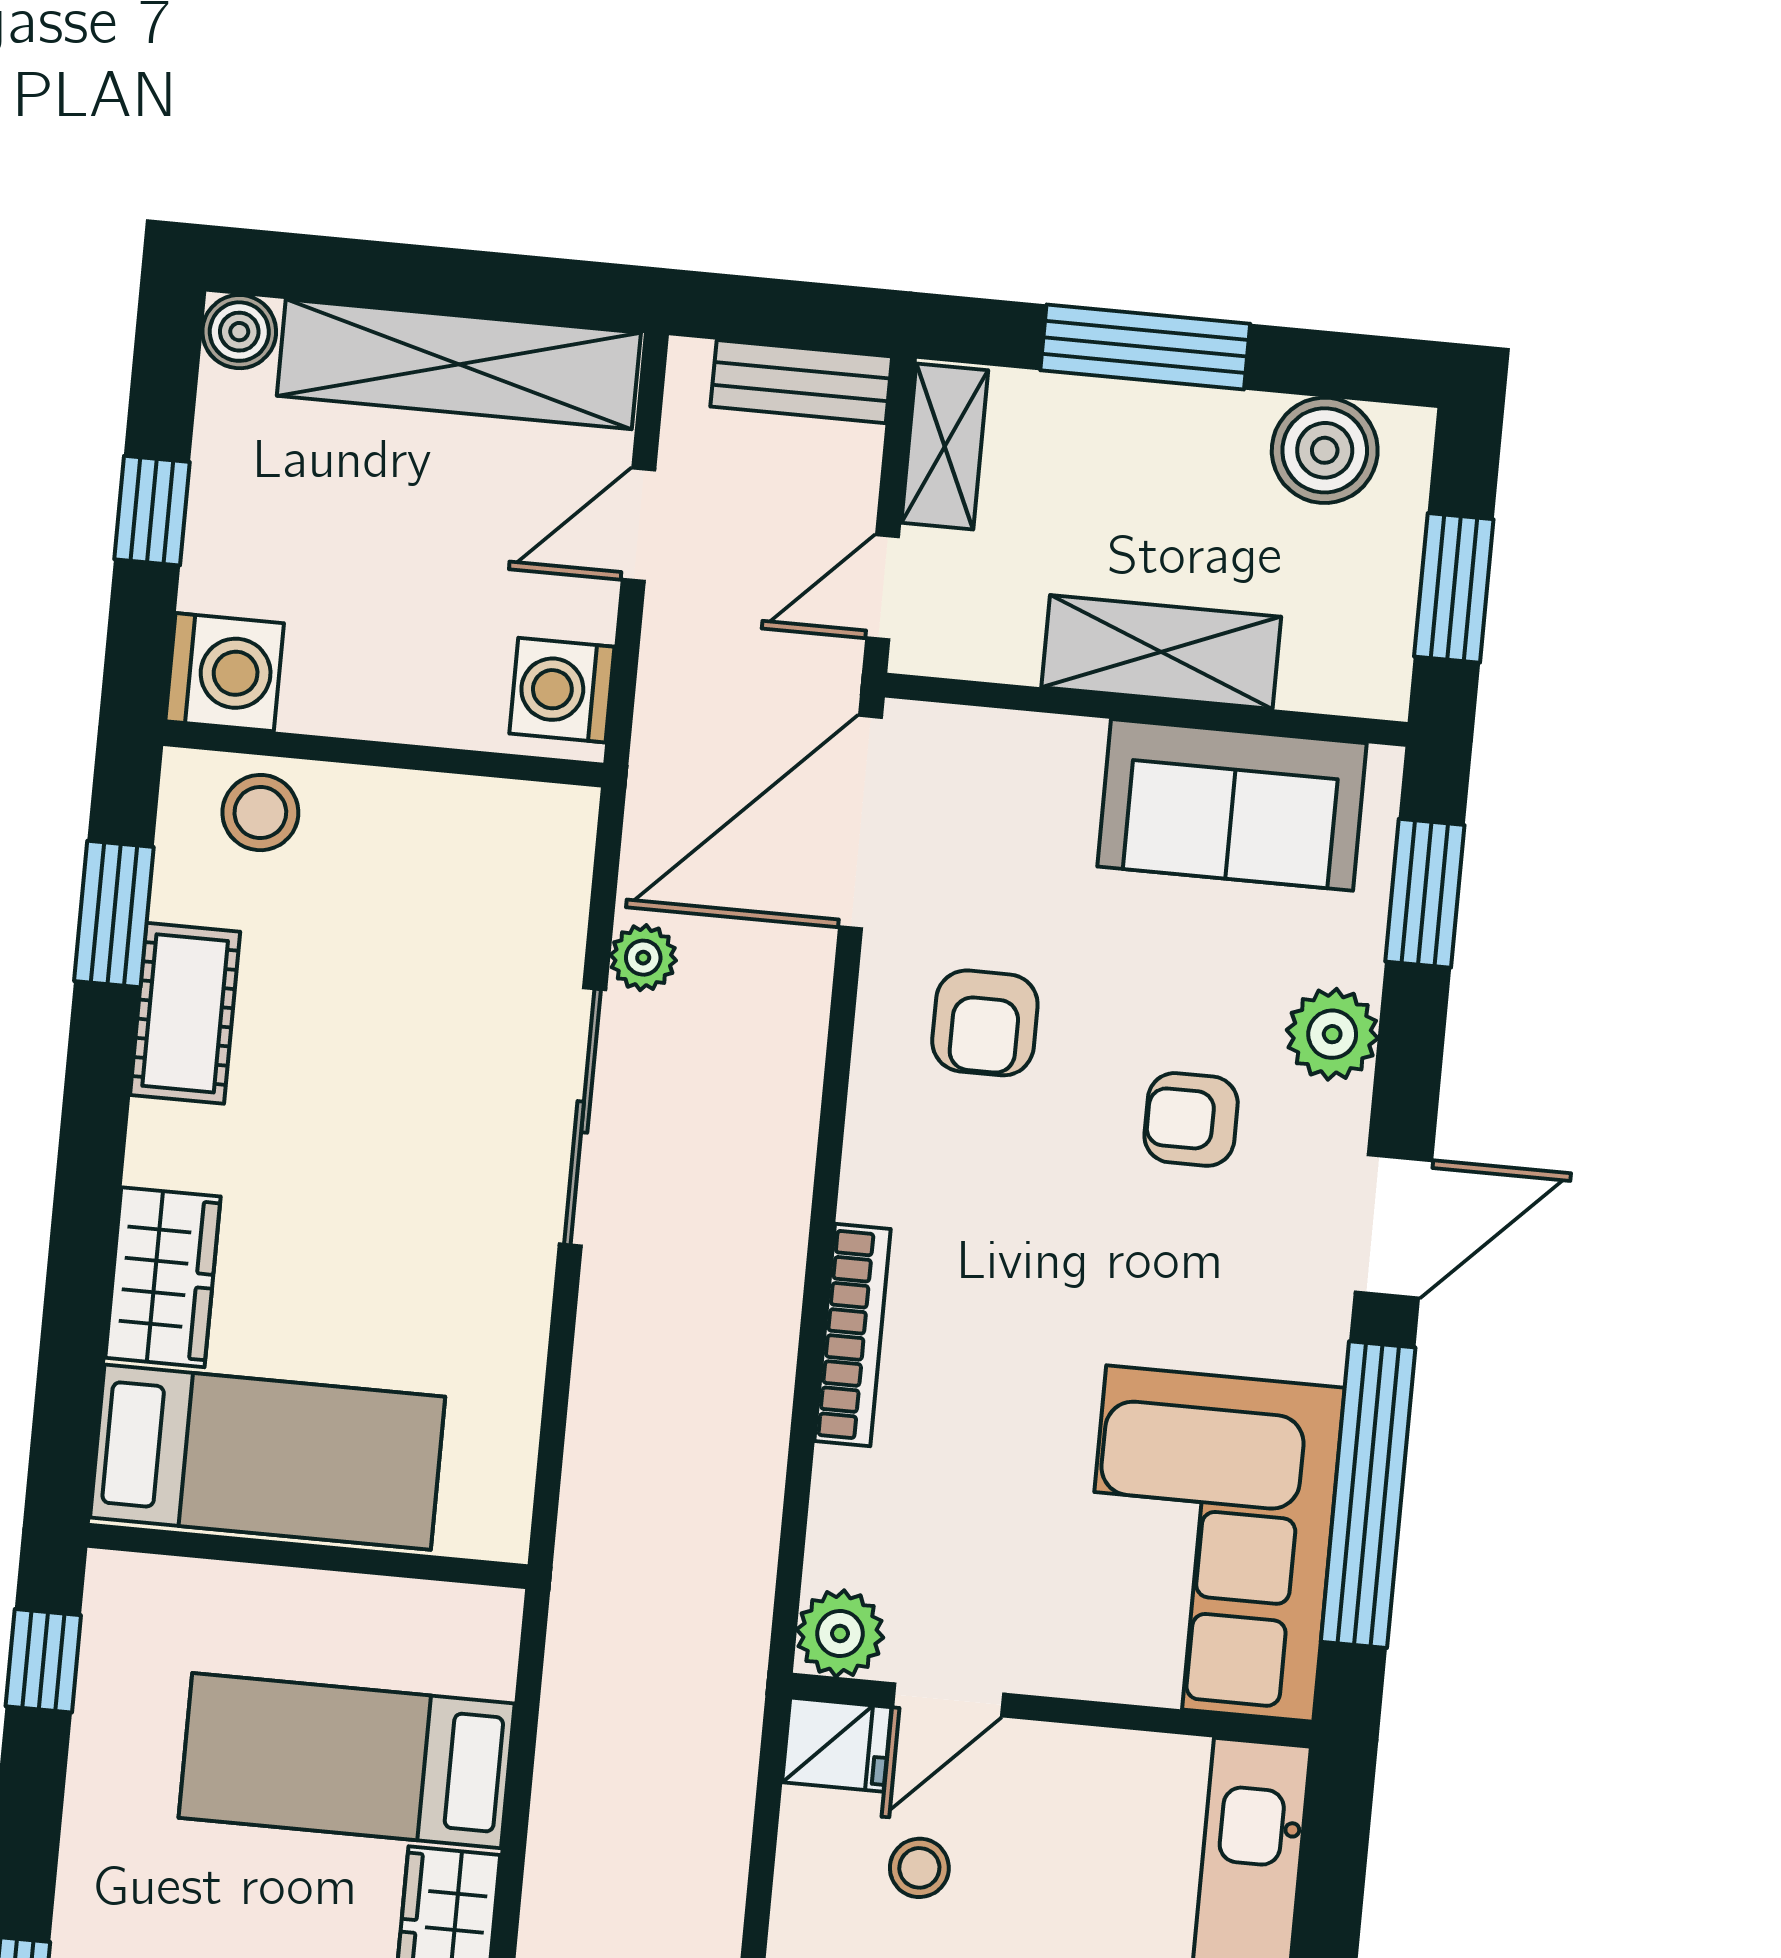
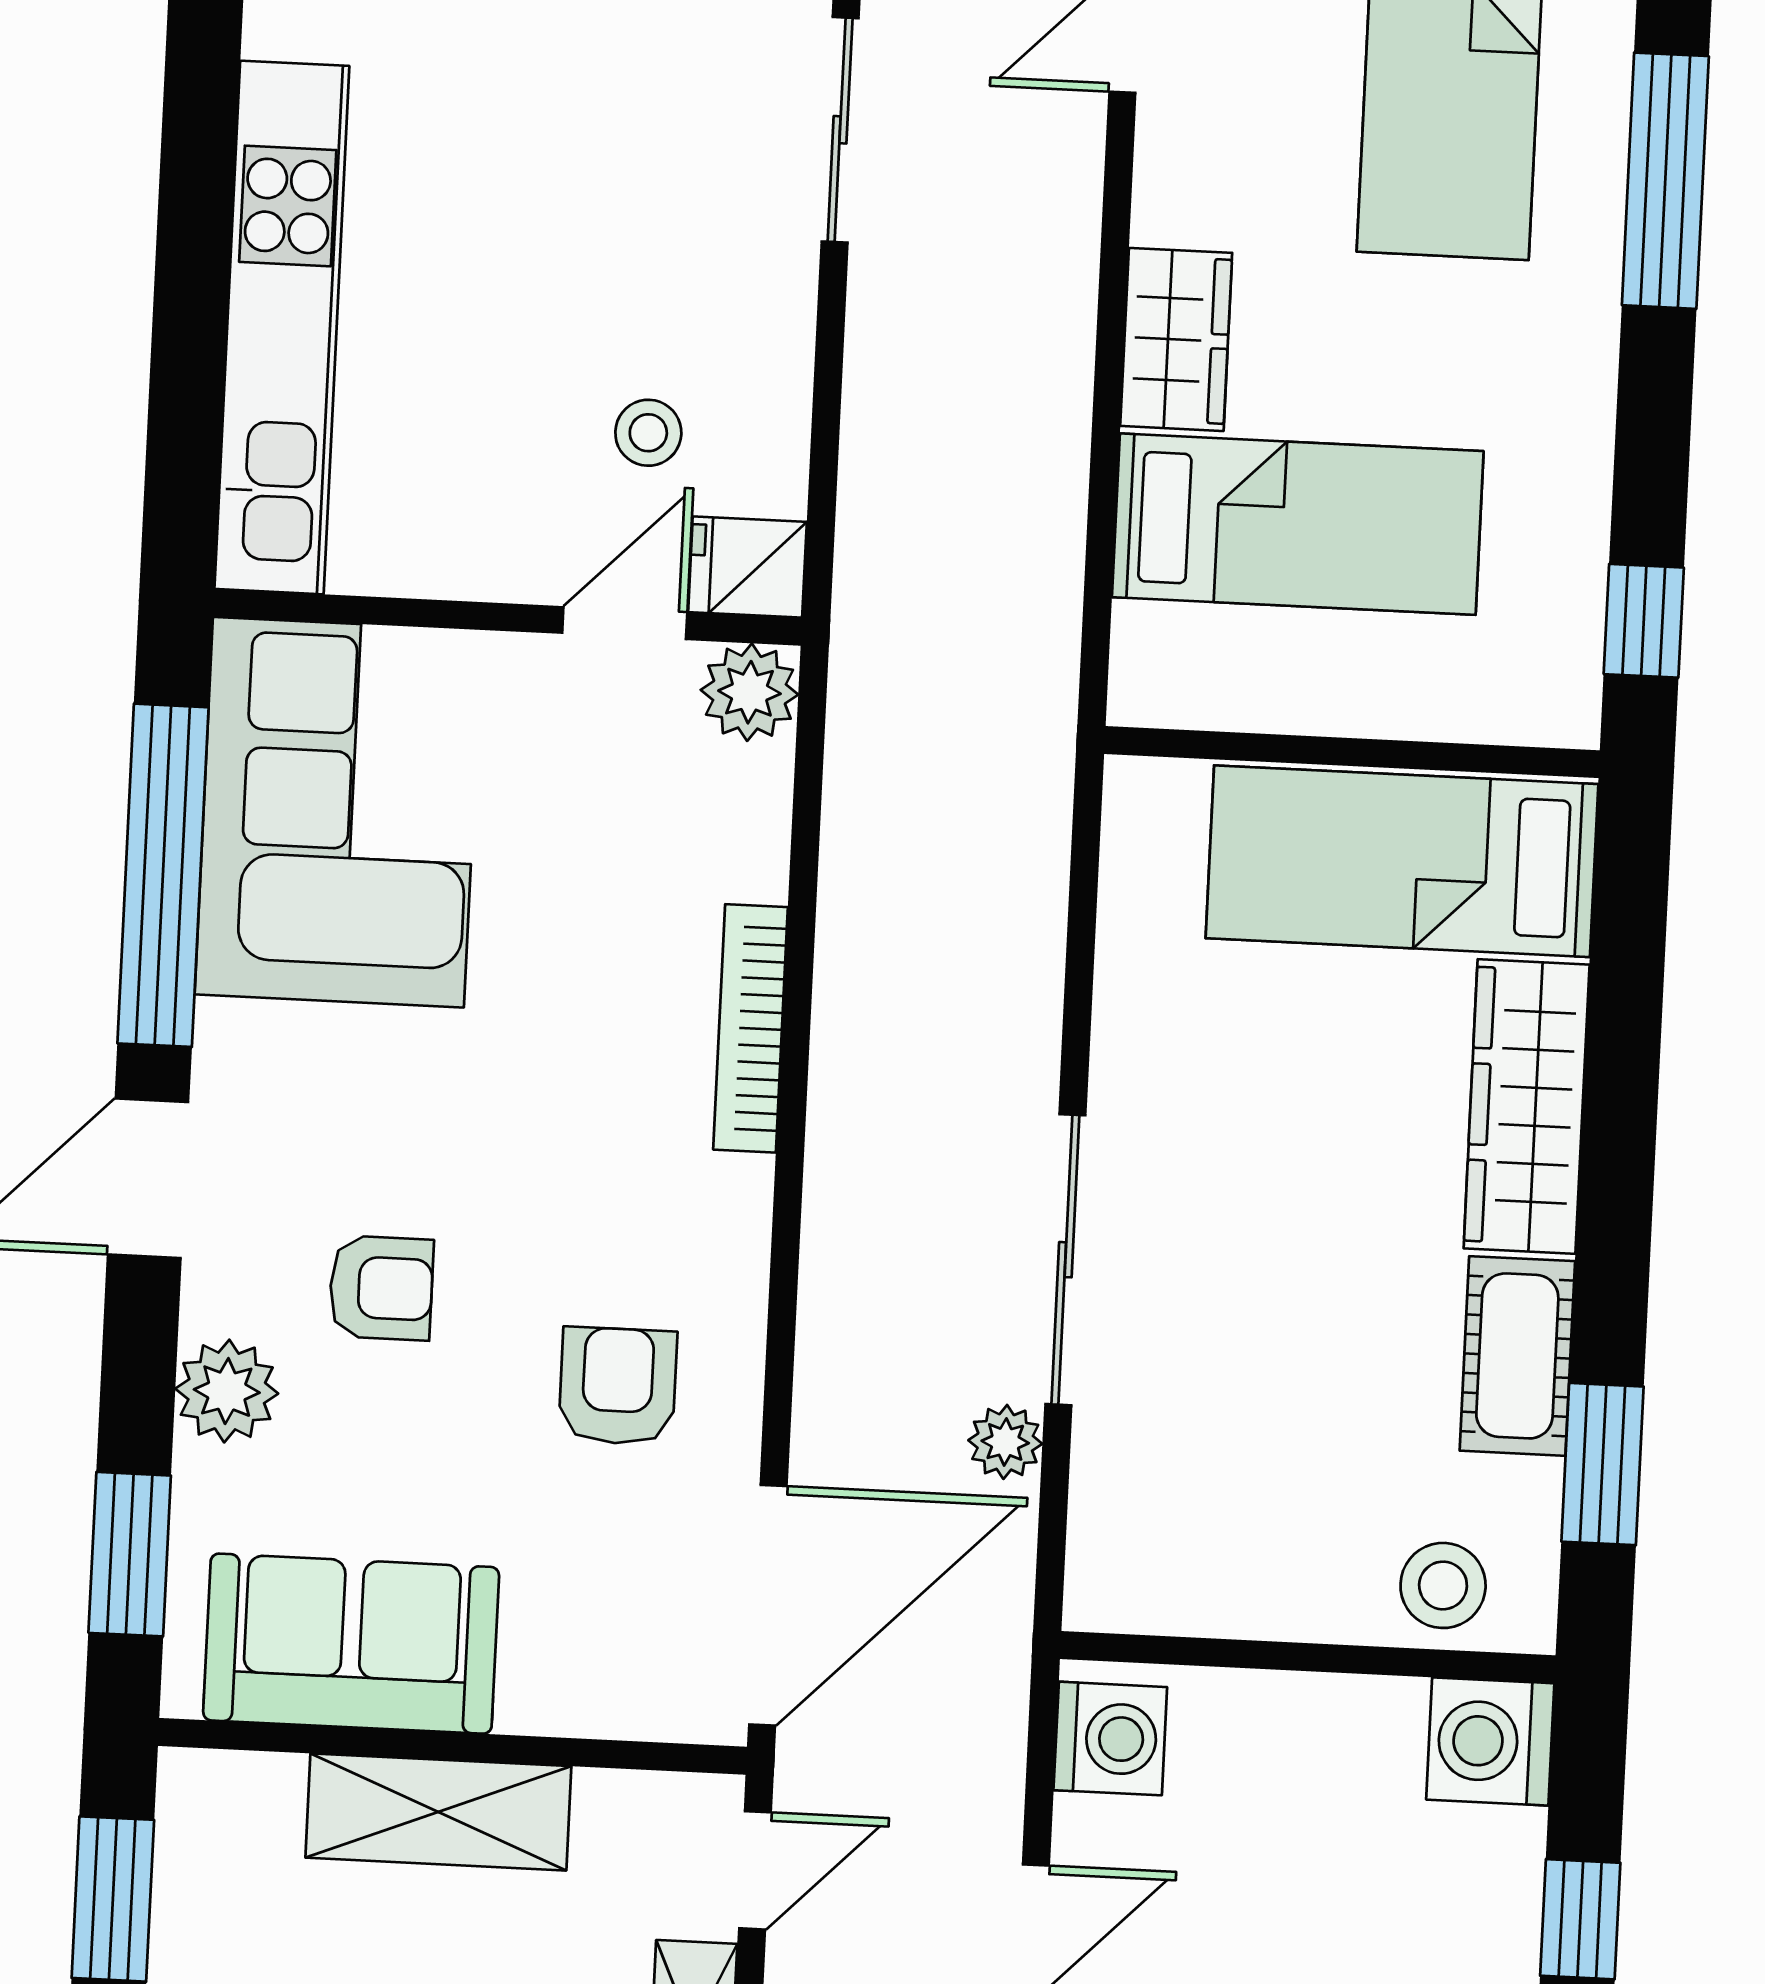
wardrobe: (163, 1277) -> (1527, 1106), width x1.50

